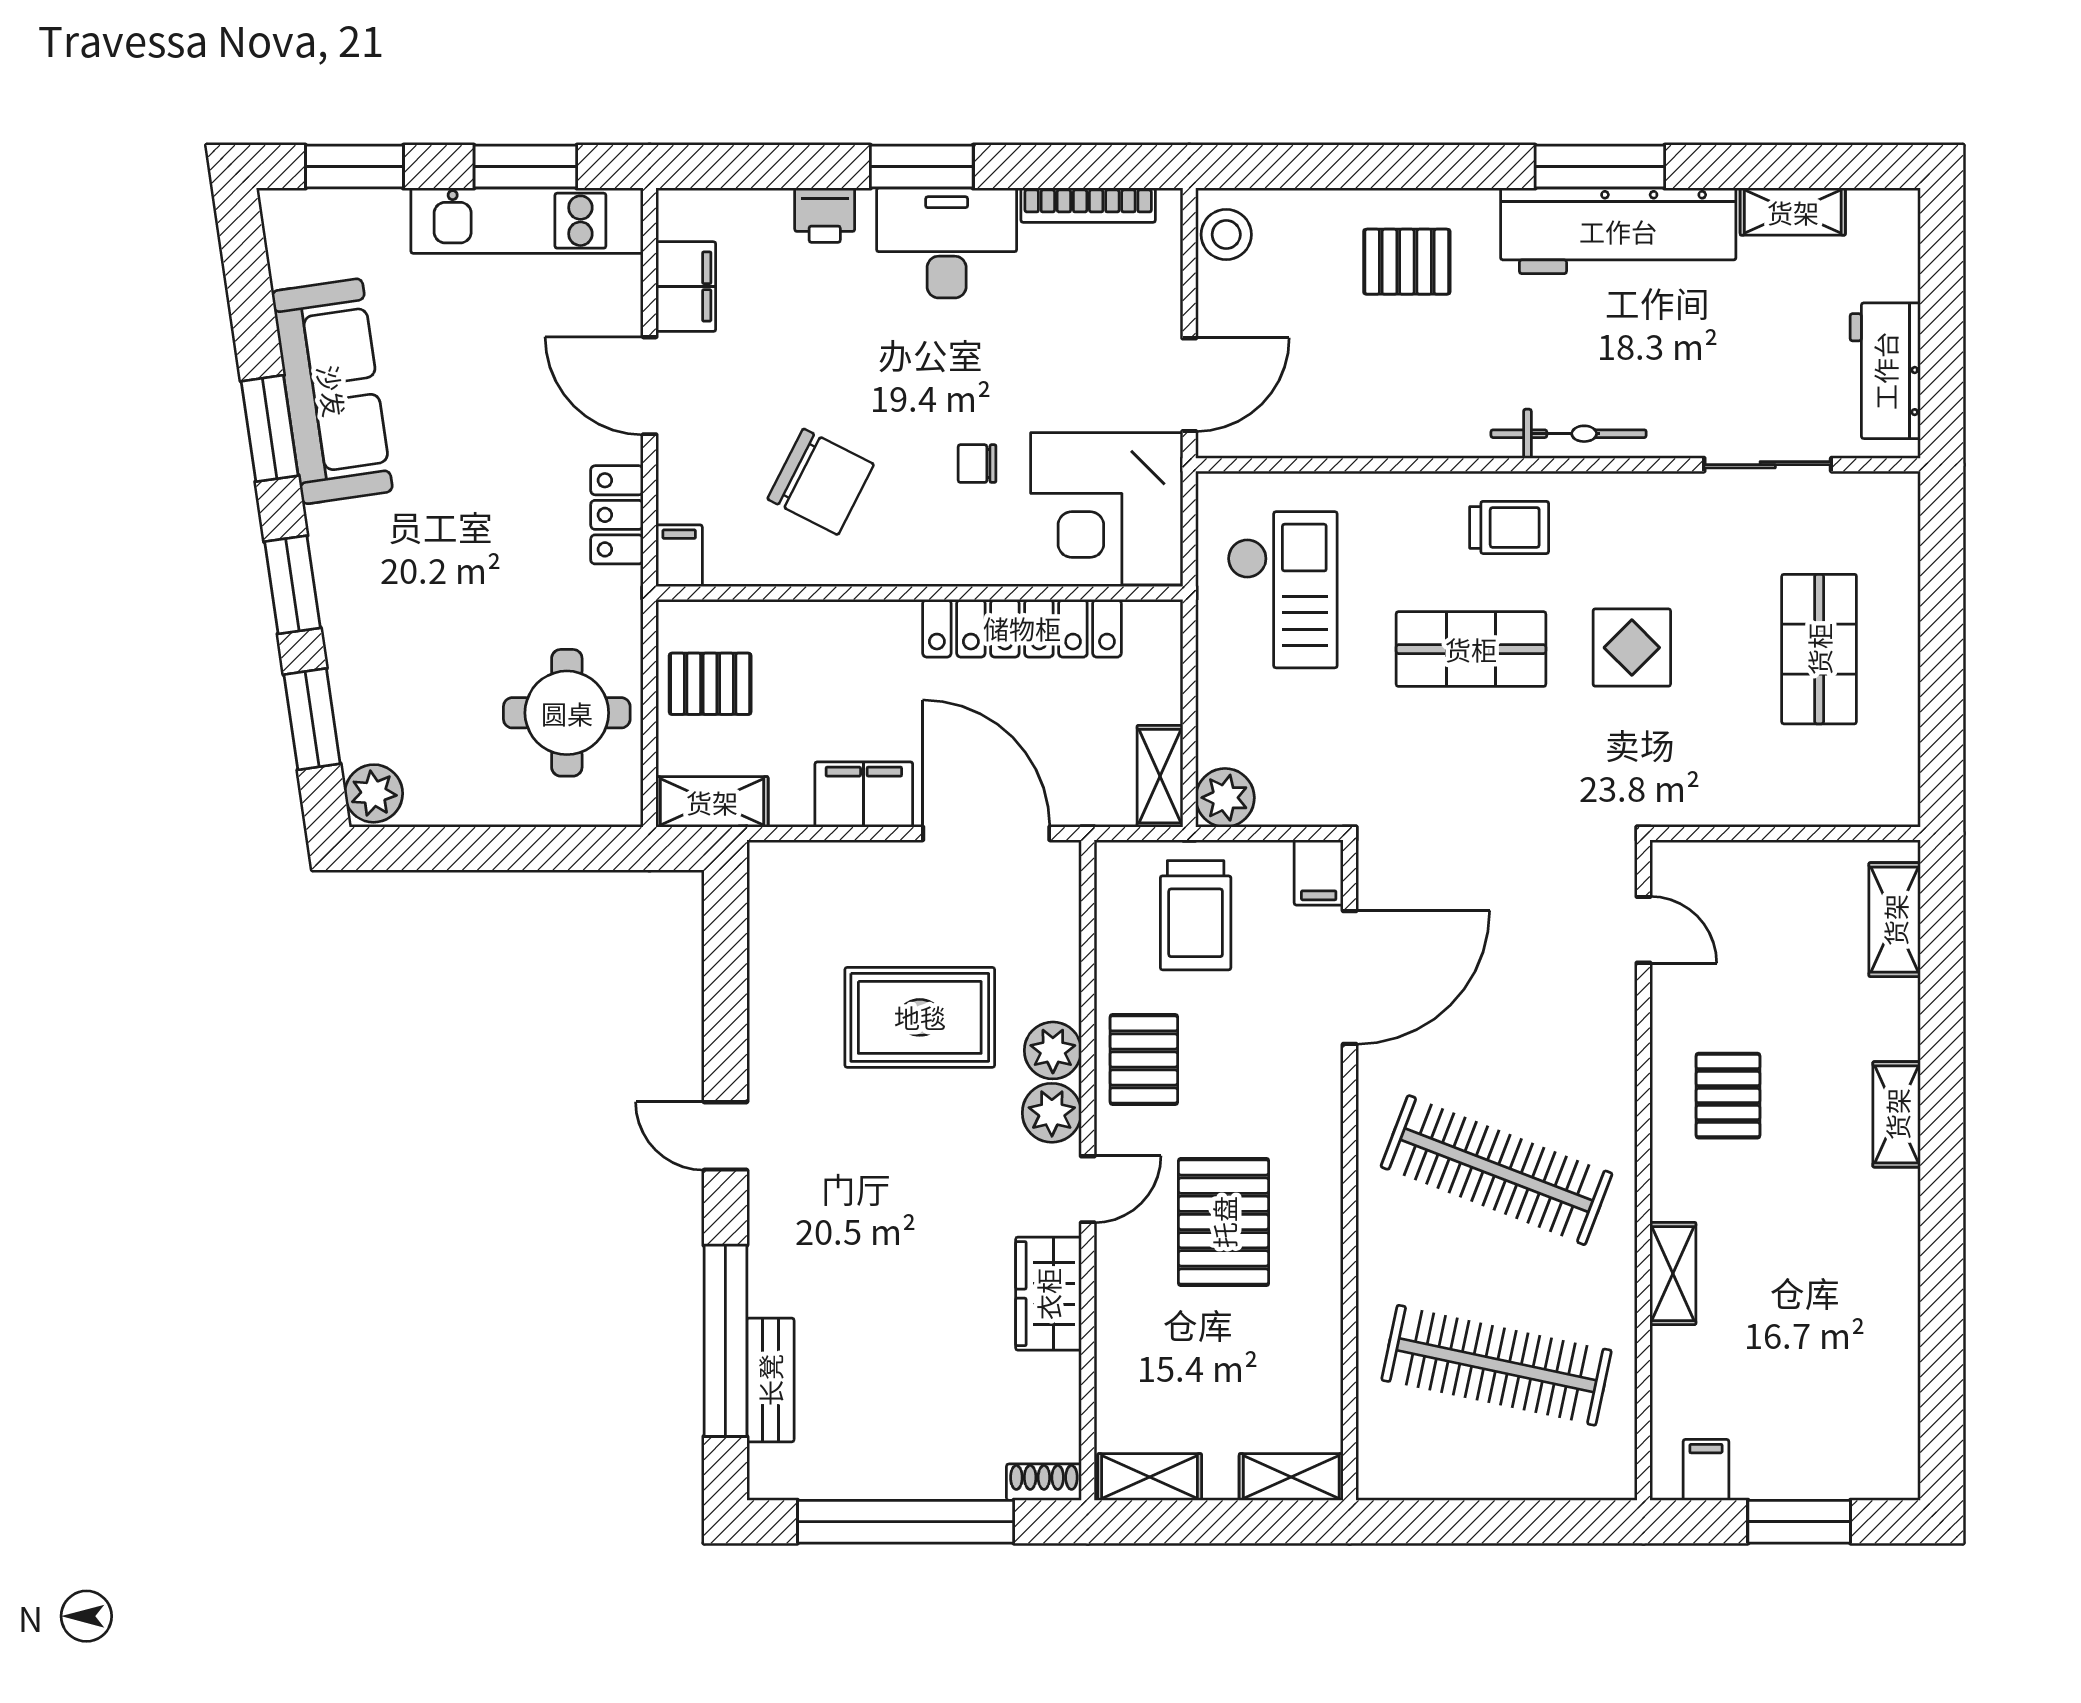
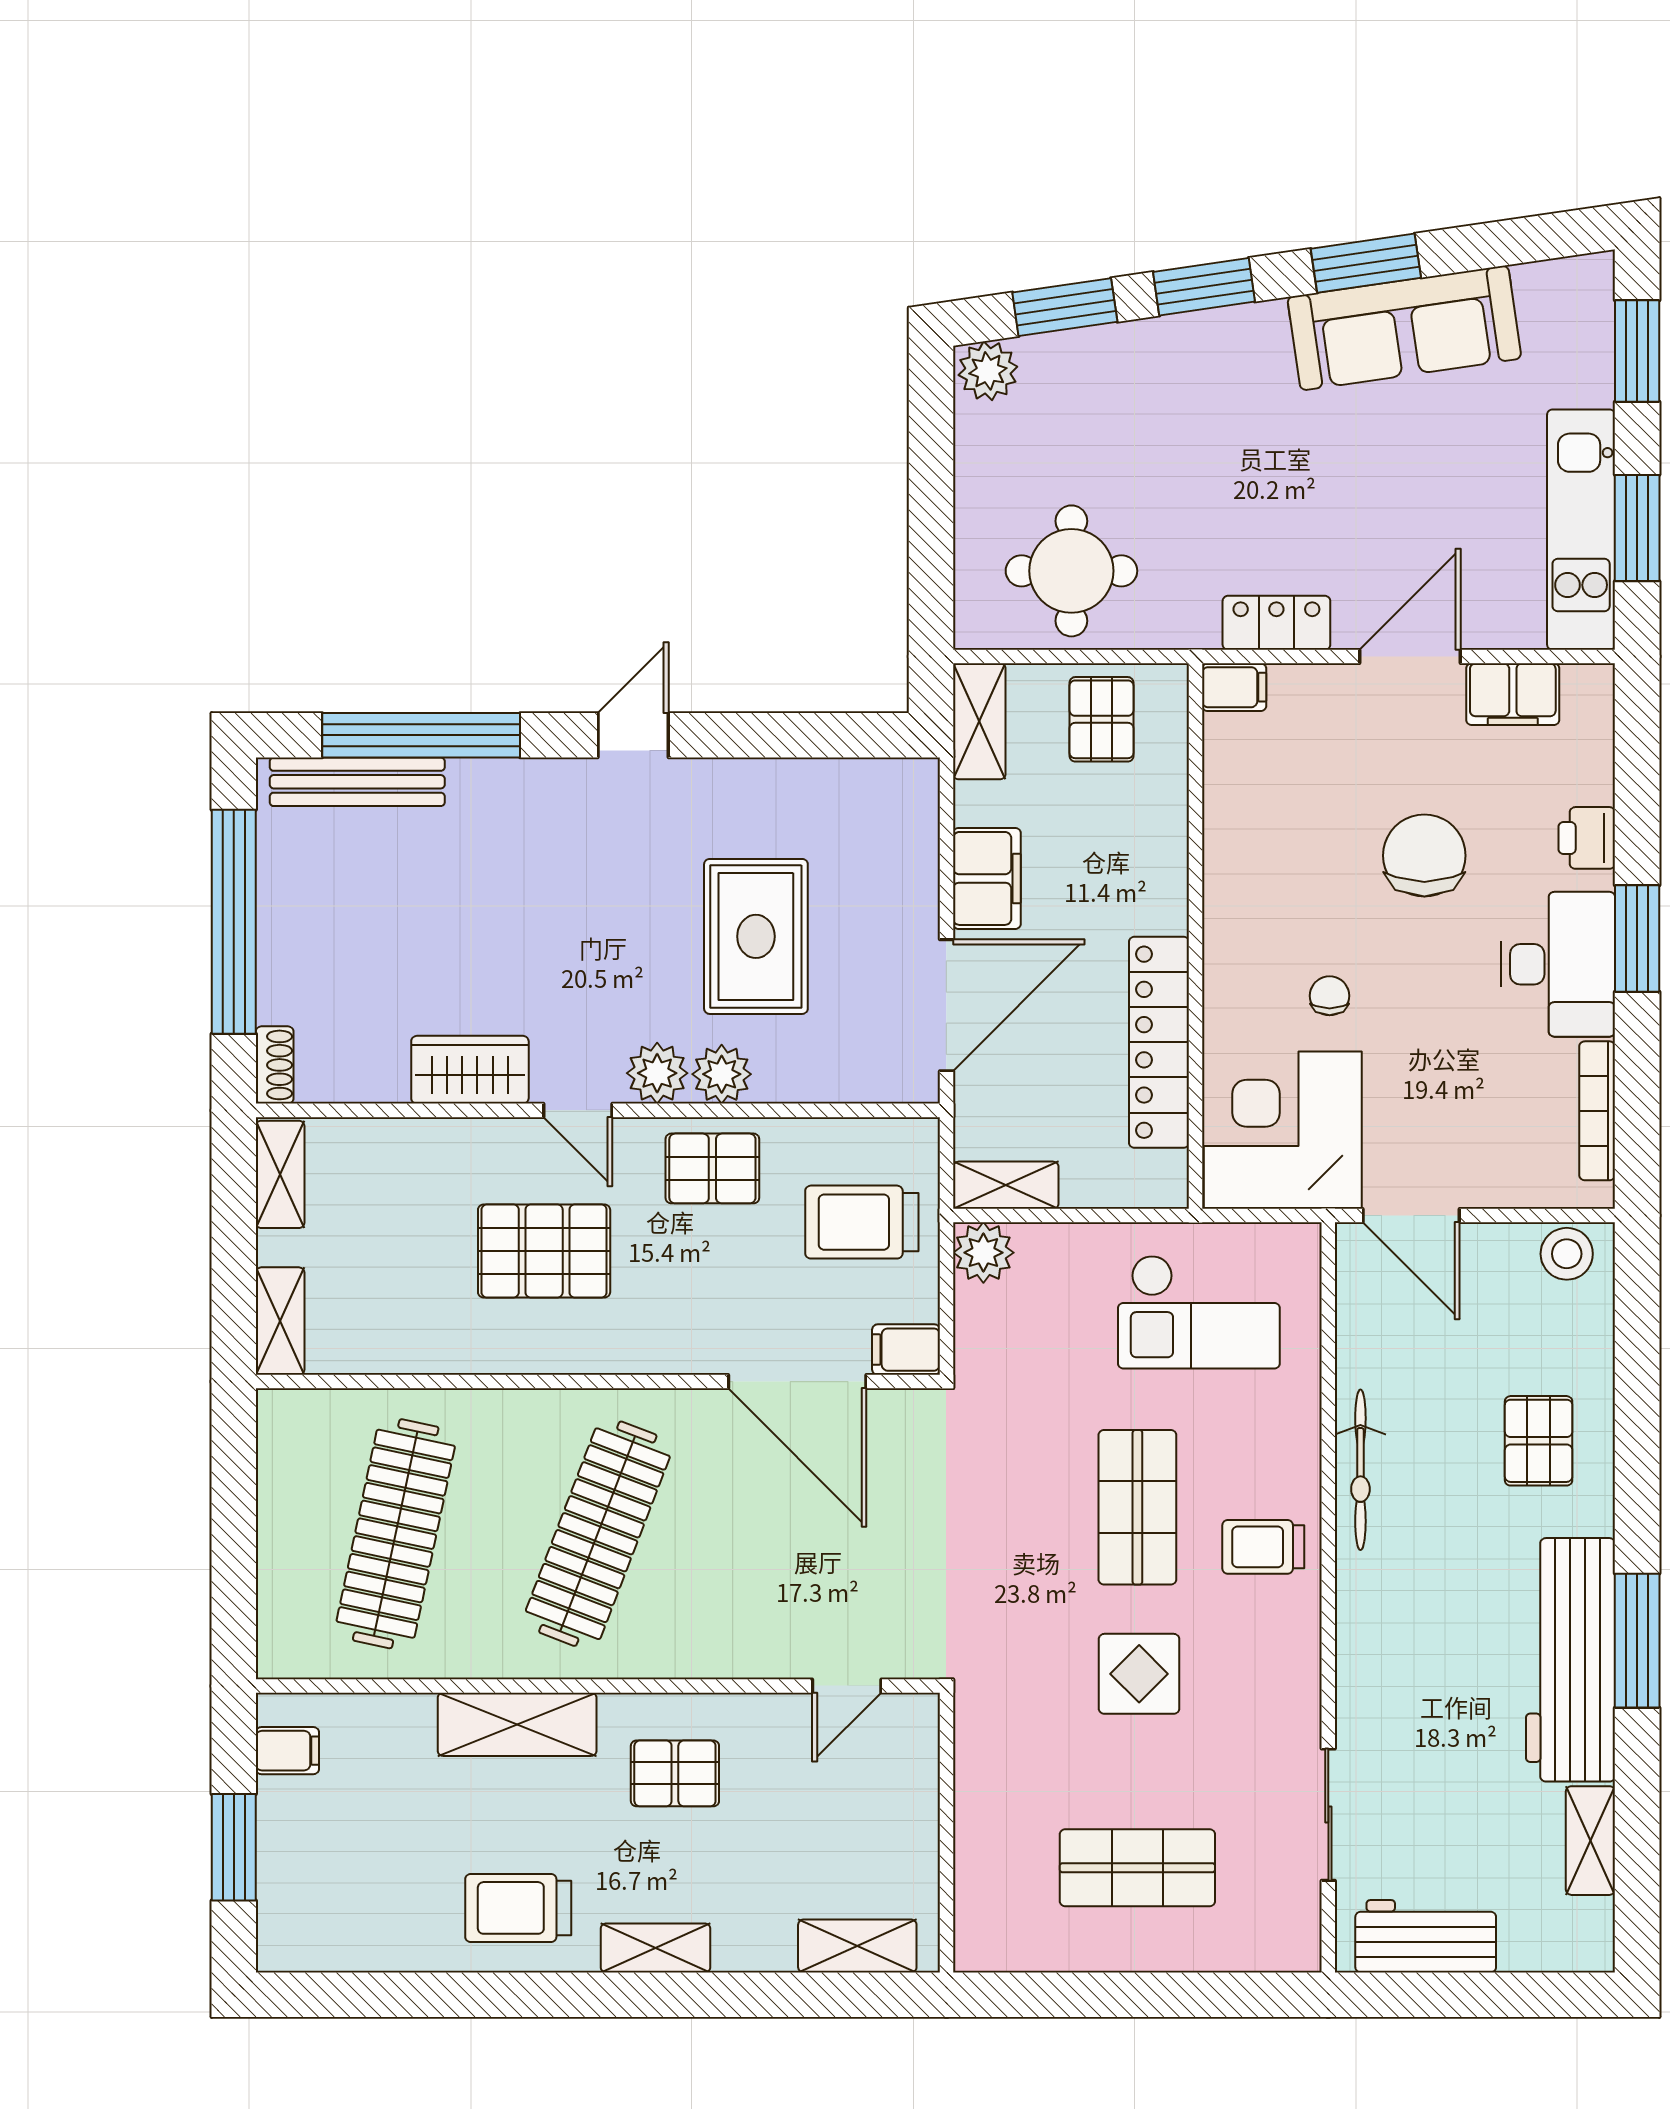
bicycle: (1569, 434) -> (1360, 1470), moved
chair: (821, 482) -> (1424, 856), moved, turned 153
trolley: (1509, 527) -> (1263, 1547), turned 90
trolley: (1858, 1247) -> (518, 1908), added
shelving: (1673, 1274) -> (517, 1724), width x1.50, depth x1.33
bench: (770, 1380) -> (357, 782), width x1.36

